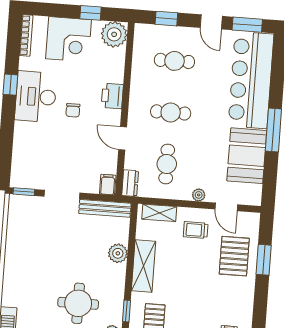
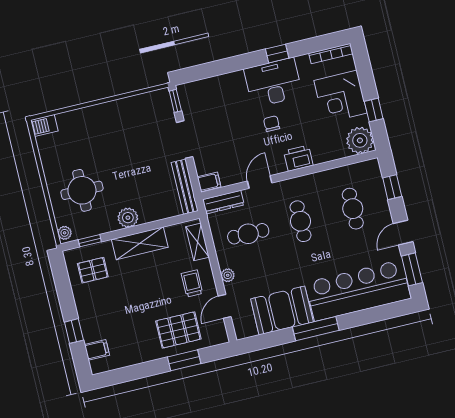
chair: (73, 110) -> (272, 124), turned 90
dresser: (130, 183) -> (223, 202), width x1.44
plant: (118, 253) -> (128, 218), moved

